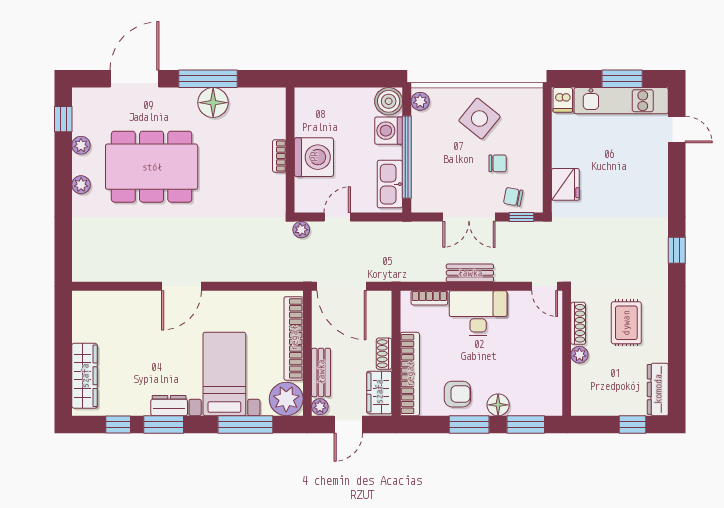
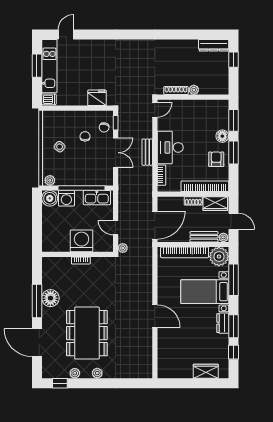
side table: (479, 119) -> (60, 147), width x0.54, depth x0.54
window: (677, 250) -> (134, 34), removed
rug: (626, 323) -> (176, 63), removed
wardrobe: (85, 376) -> (206, 371), width x0.67

